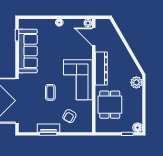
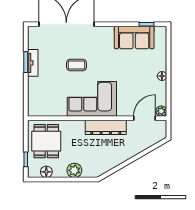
sofa: (28, 51) -> (134, 37), width x0.73
plant: (136, 82) -> (74, 170), moved
dining table: (110, 105) -> (46, 141), moved, turned 90
armchair: (69, 116) -> (47, 88), removed
floor lamp: (138, 128) -> (46, 172), moved

